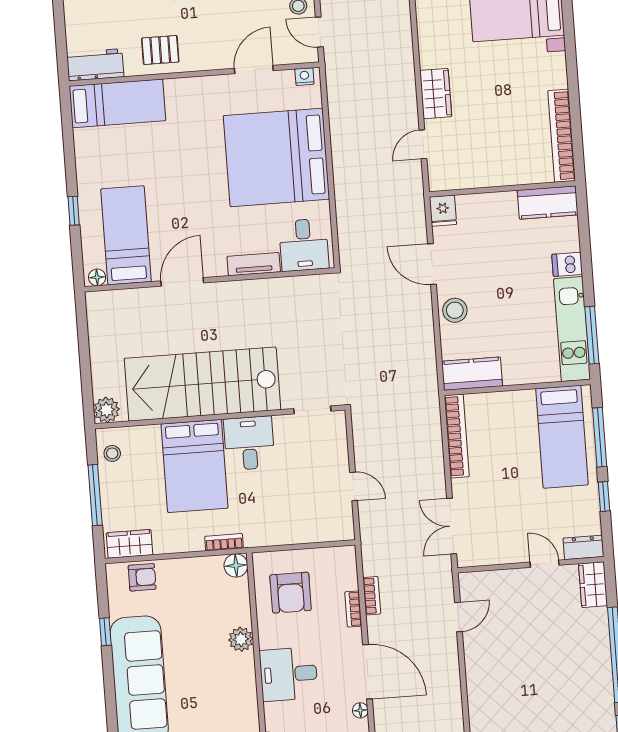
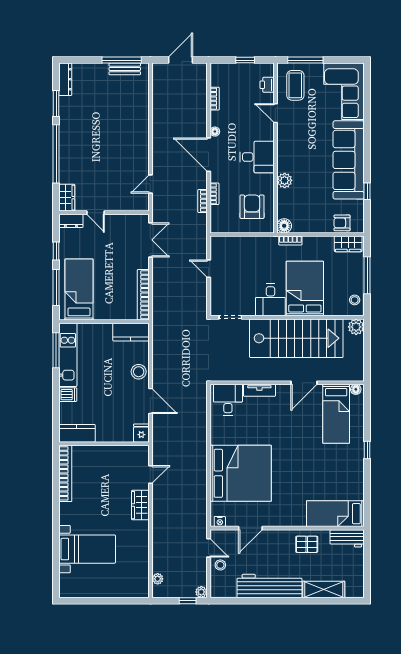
bed: (126, 235) -> (336, 414), moved
desk: (304, 245) -> (228, 400), moved
tv unit: (254, 264) -> (259, 390), moved
floor lamp: (97, 277) -> (356, 389), moved
wall: (210, 280) -> (287, 383), moved
door: (182, 282) -> (304, 383), moved

